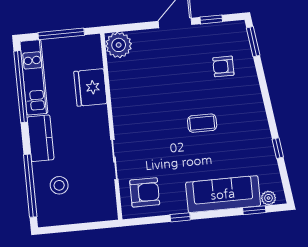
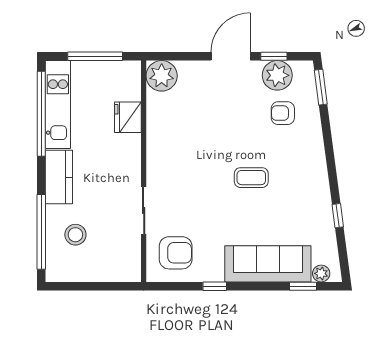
plant: (216, 35) -> (277, 75), added
fridge: (90, 87) -> (128, 117), width x0.73, depth x0.75

